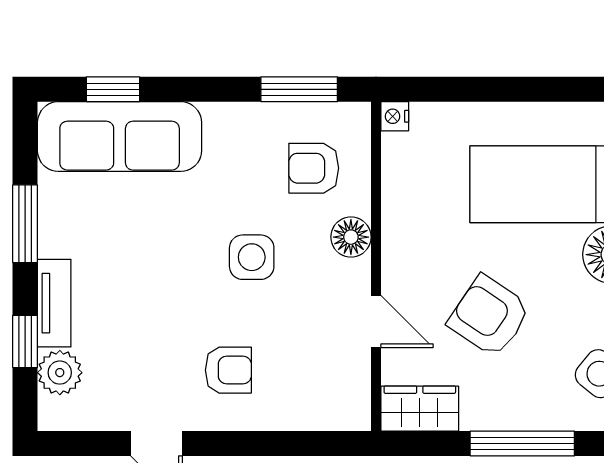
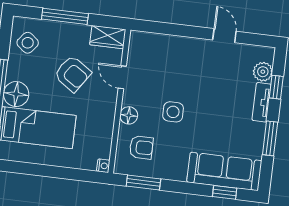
armchair: (228, 370) -> (189, 64), removed

